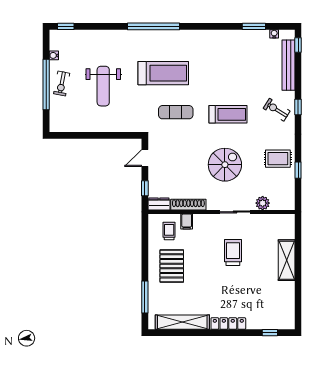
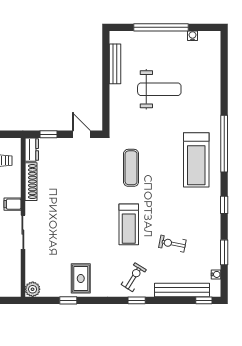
window: (66, 26) -> (224, 205), moved
treadmill: (163, 73) -> (196, 160), moved
exercise bike: (62, 83) -> (172, 244), moved
weight bench: (103, 86) -> (159, 89), turned 180
bench: (80, 127) -> (115, 64), added
spiral stairs: (225, 165) -> (74, 221), removed
plant: (263, 203) -> (33, 289), moved
filing cabinet: (187, 222) -> (13, 204), moved

